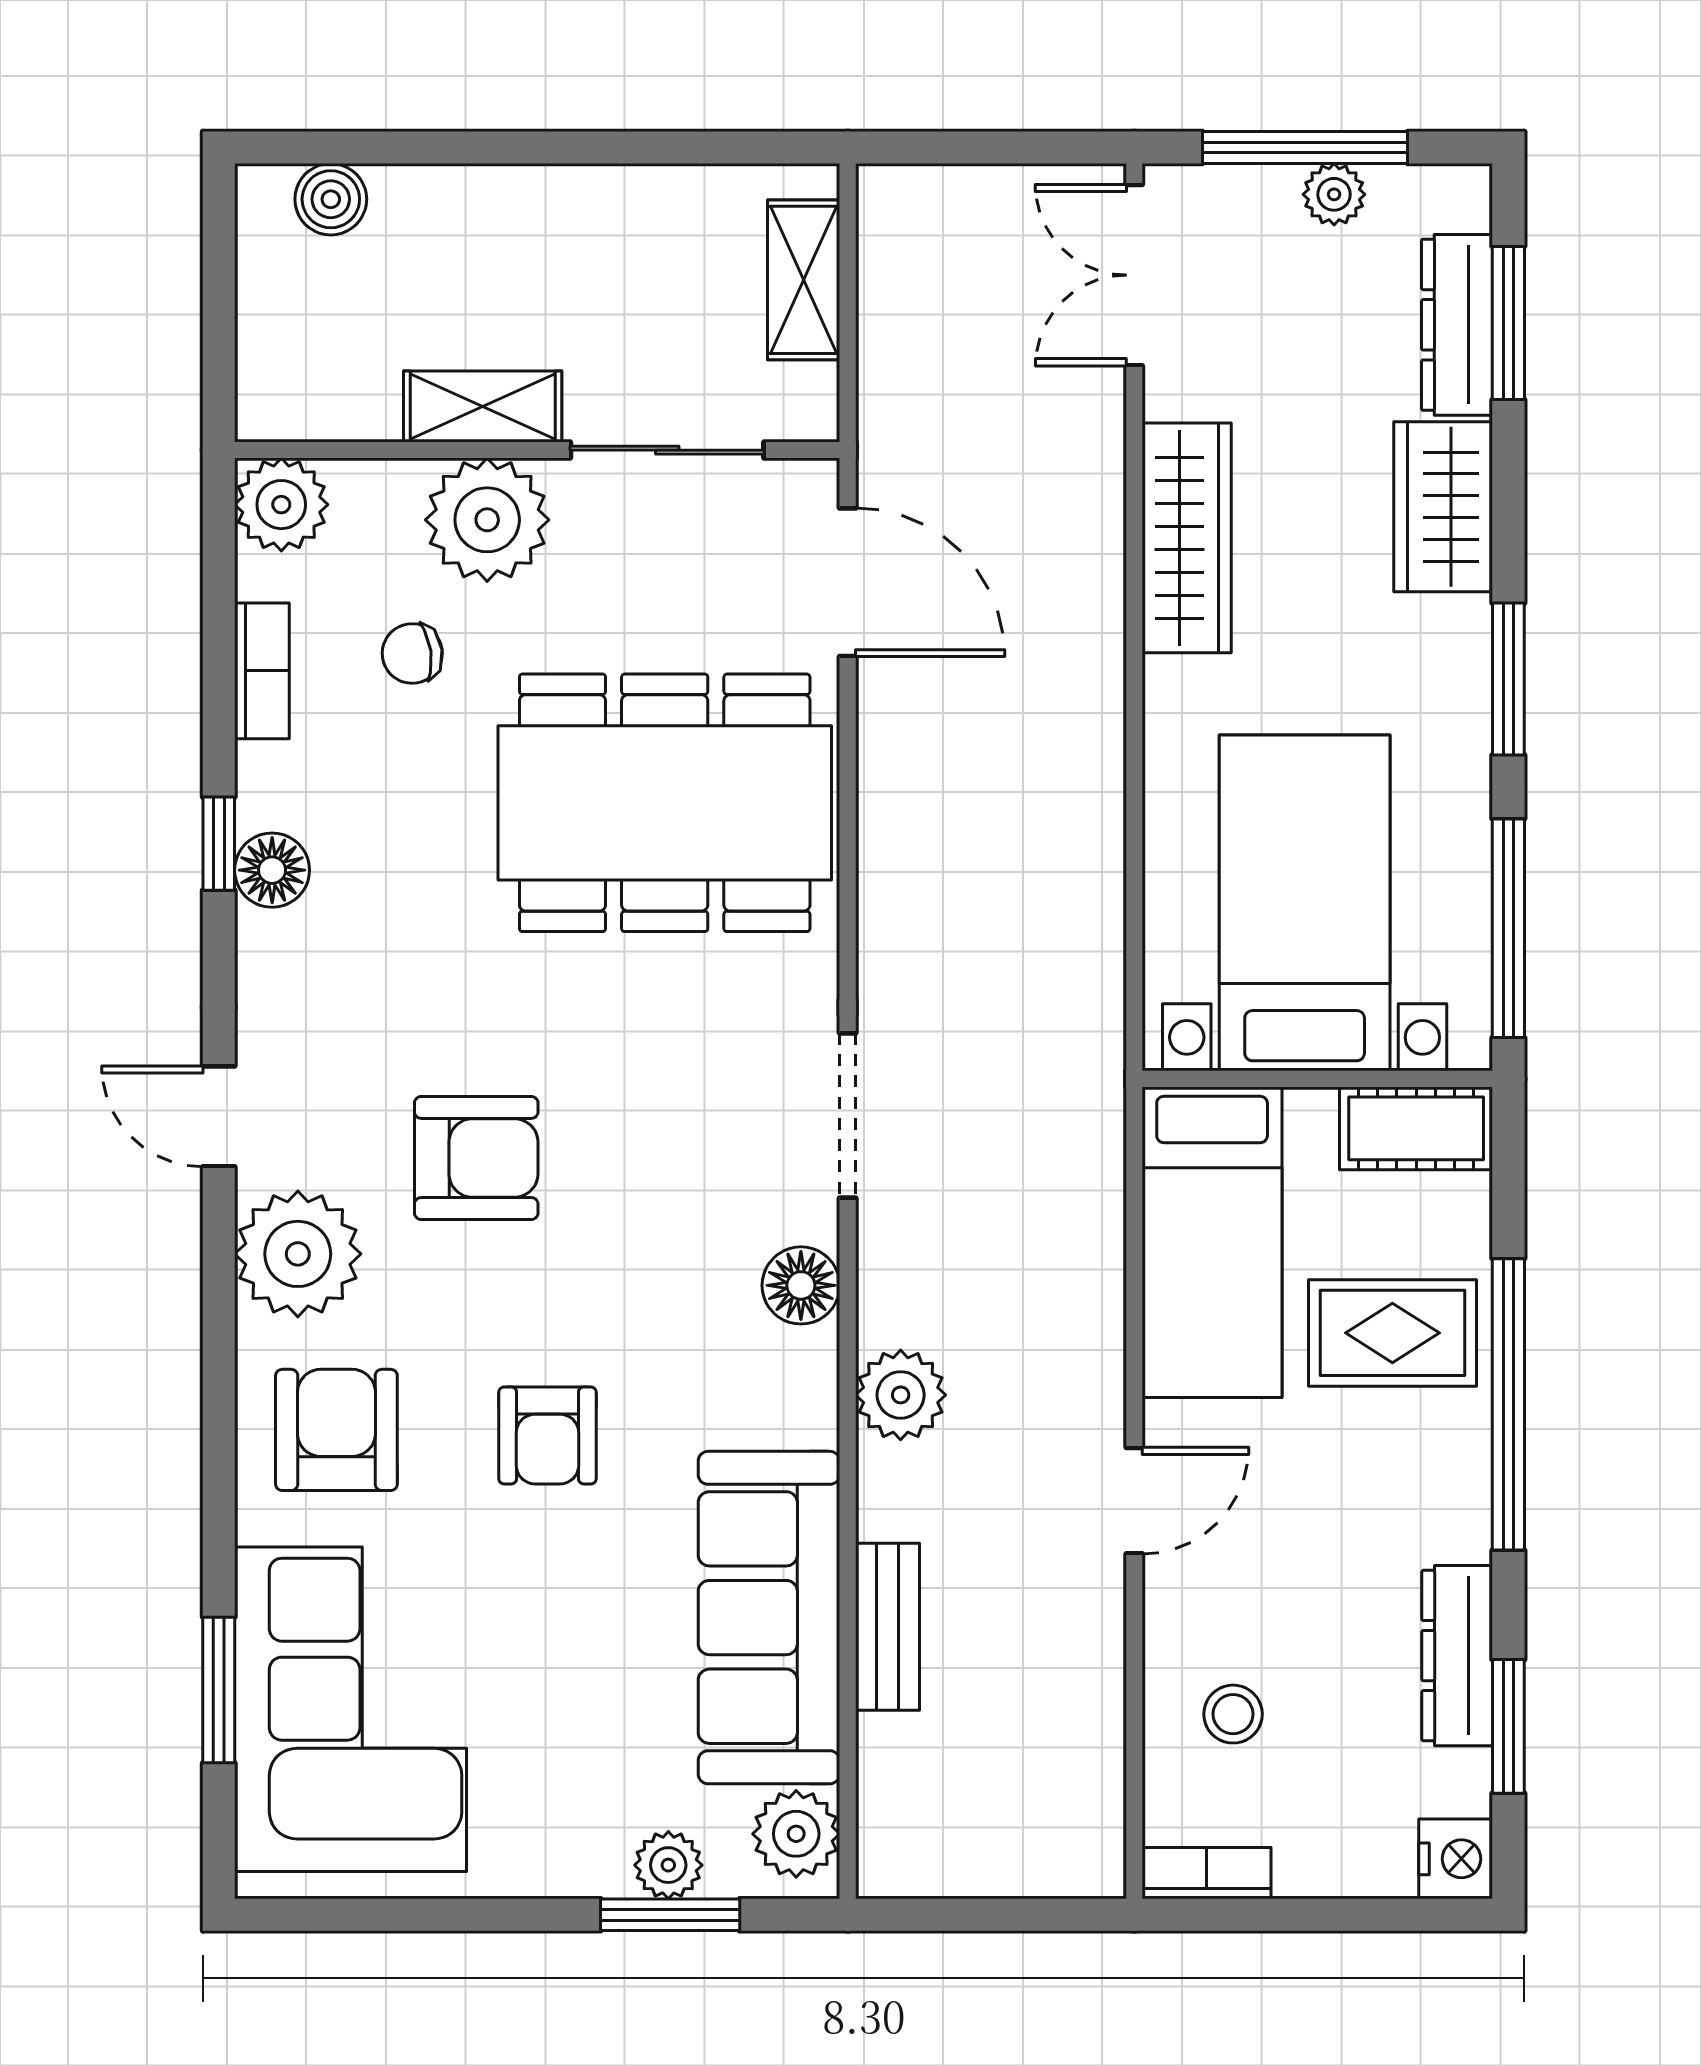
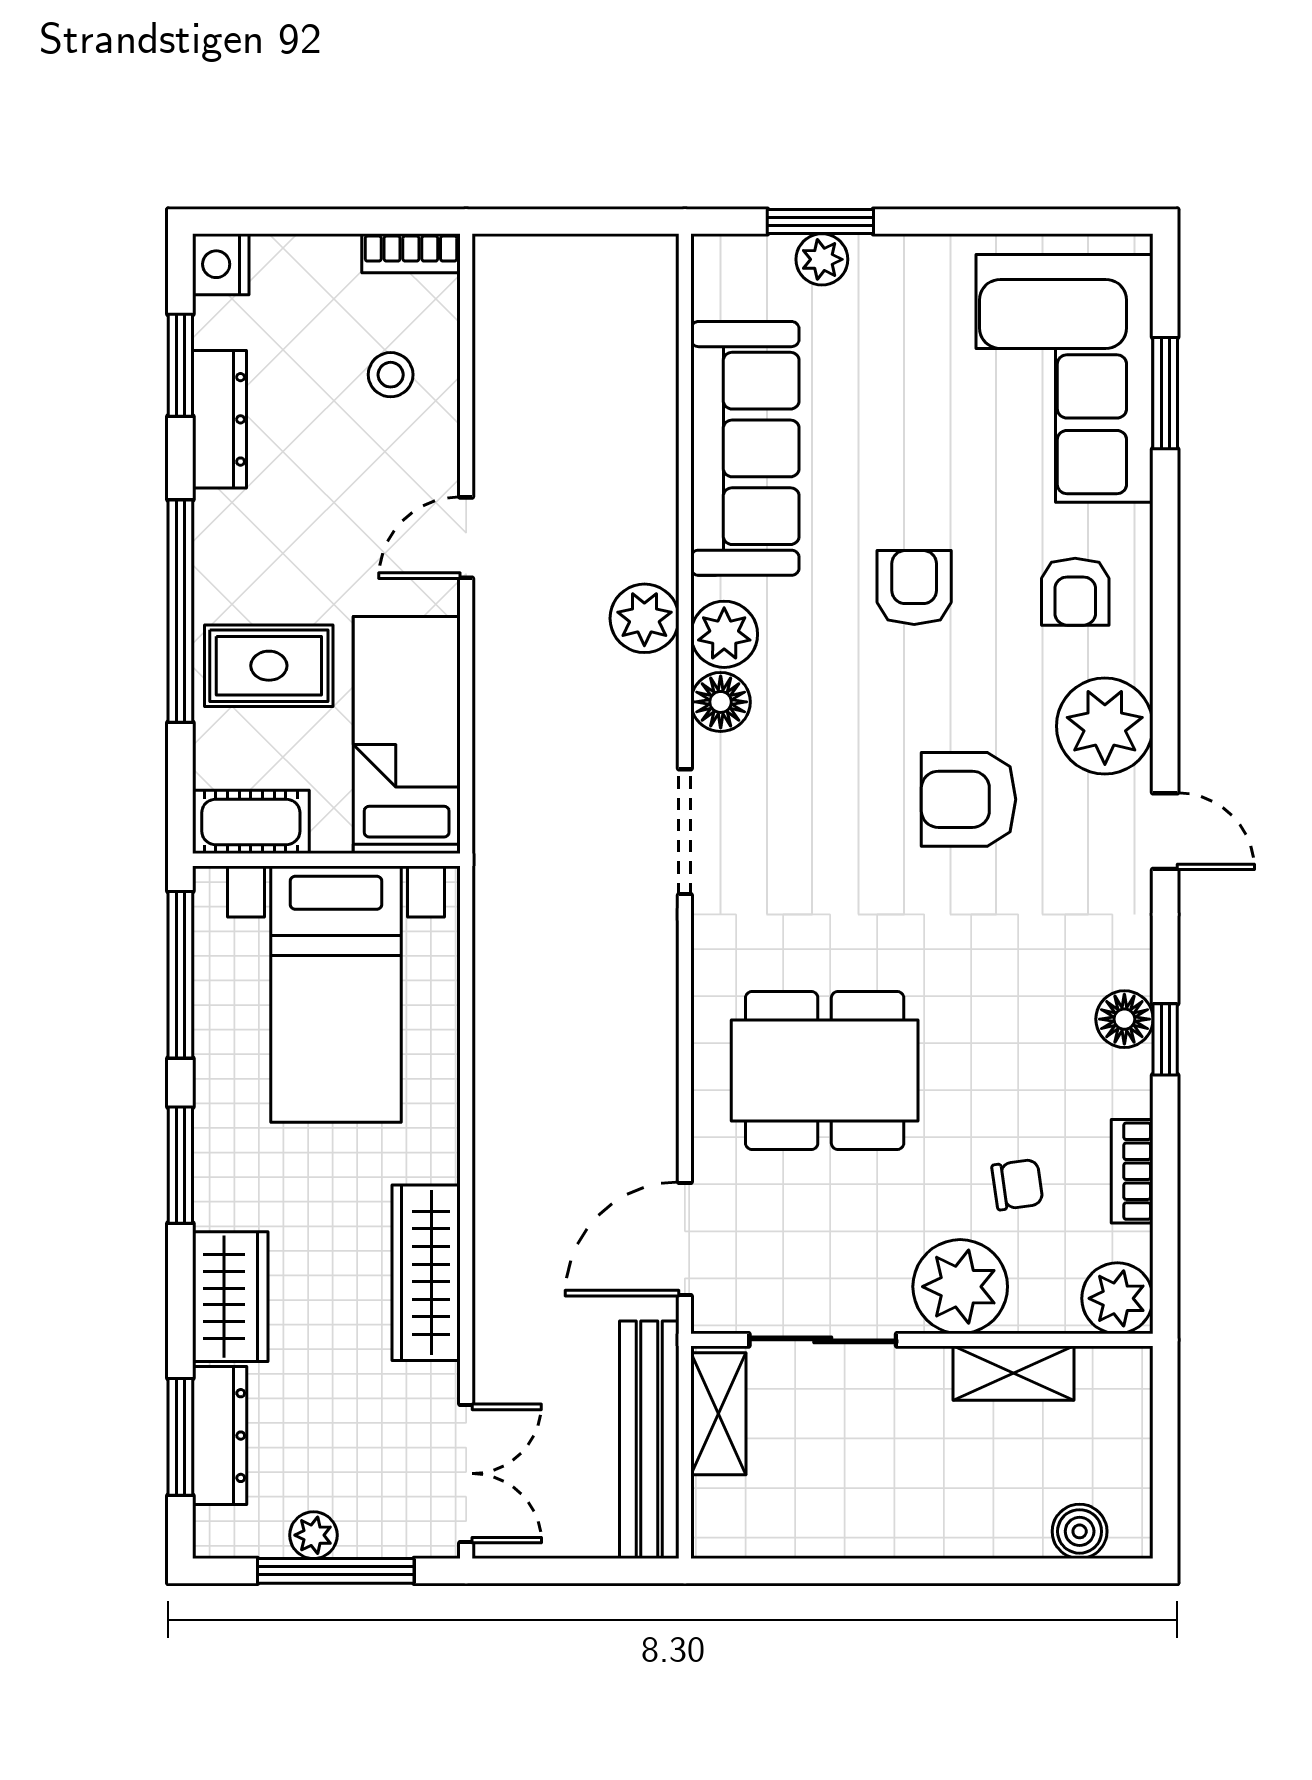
shelving: (804, 280) -> (718, 1414), moved
shelving: (483, 407) -> (1013, 1373), moved
door: (848, 582) -> (685, 1239), hinge flipped
dining table: (665, 803) -> (825, 1071), width x0.73, depth x0.80
armchair: (336, 1430) -> (1075, 592), width x0.72, depth x0.72
bench: (888, 1627) -> (649, 1440), moved, width x1.86, depth x1.21
plant: (796, 1834) -> (724, 634), moved

